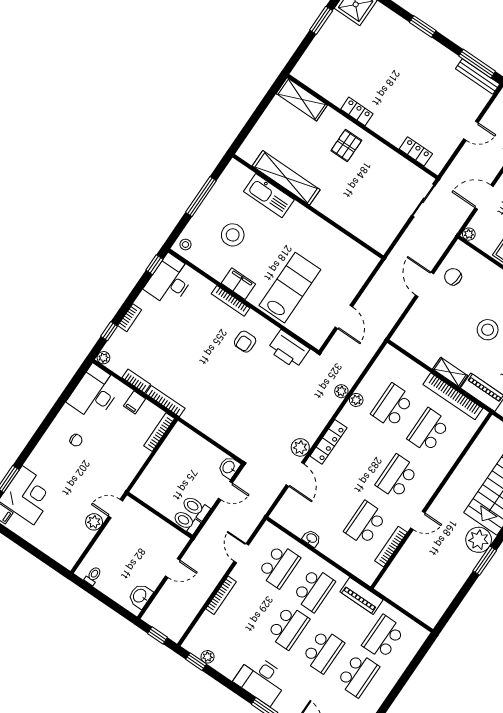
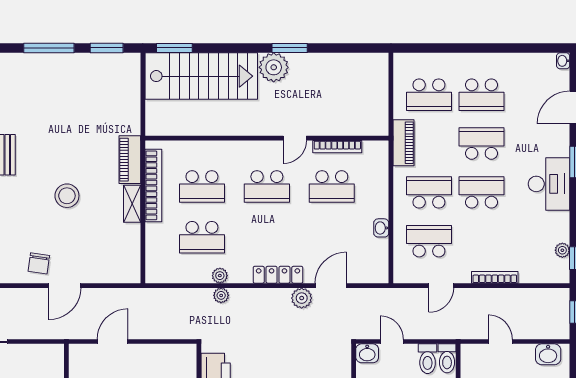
door: (344, 317) -> (113, 341), moved
door: (418, 520) -> (295, 138), swing flipped
school desk: (358, 675) -> (481, 95), turned 180

